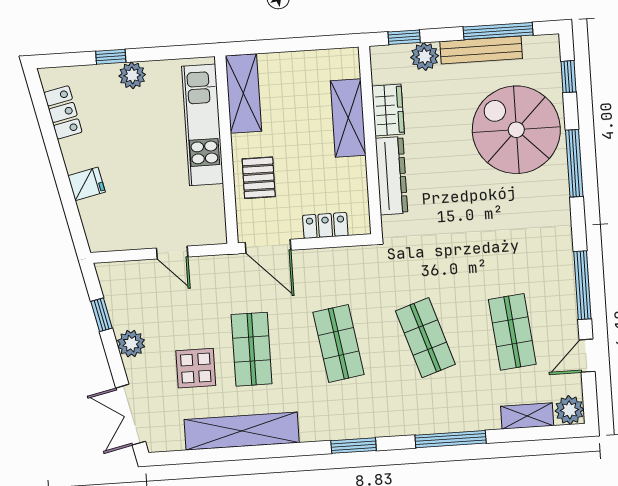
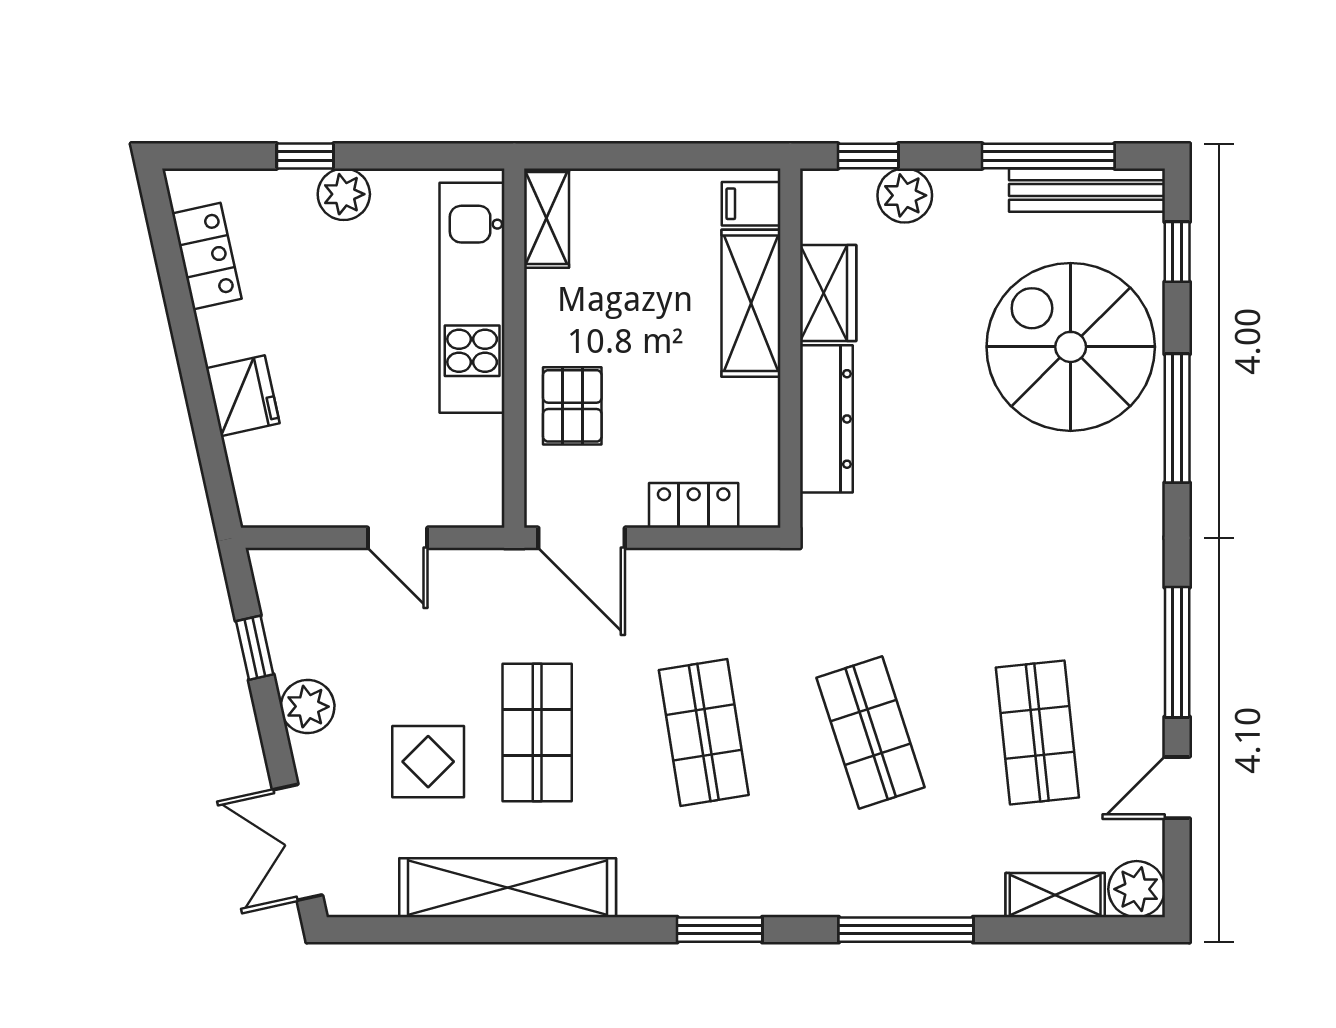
bench: (481, 50) -> (1087, 190), moved
filing cabinet: (345, 66) -> (751, 204), added
shelving: (243, 93) -> (547, 218), width x0.67, depth x0.75
fridge: (87, 184) -> (243, 396), width x1.38

